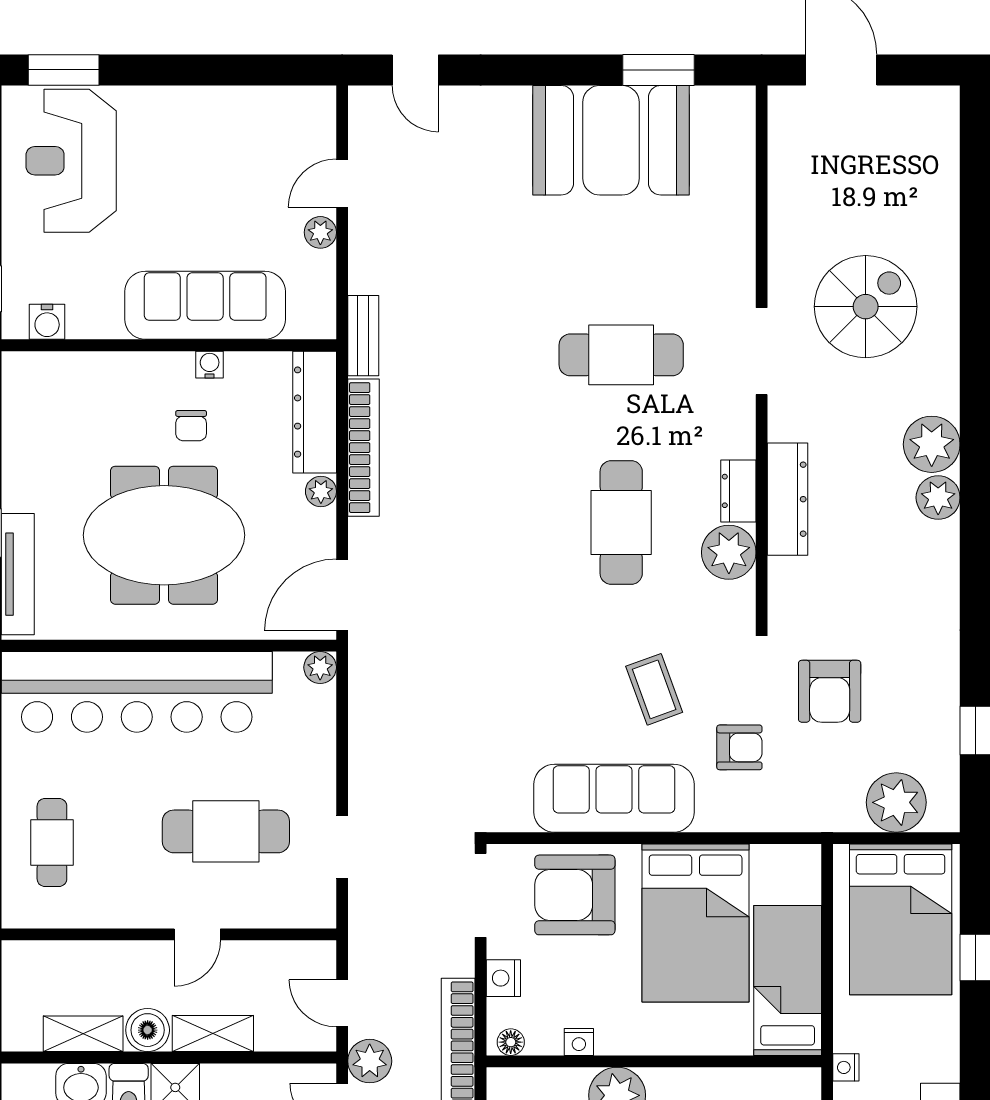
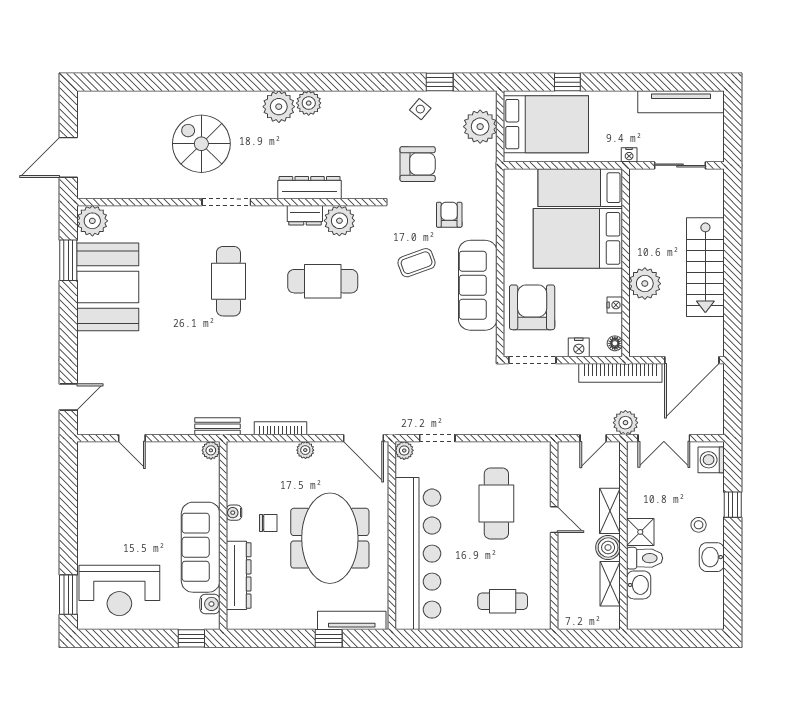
plant: (729, 113) -> (92, 221), added
plant: (320, 232) -> (211, 450), moved
sofa: (205, 305) -> (201, 547), moved
dresser: (315, 412) -> (239, 575), moved, turned -90
bookcase: (363, 448) -> (281, 428), width x0.68, depth x0.76
side table: (927, 696) -> (420, 109), added
doorway: (342, 847) -> (437, 438), moved
armchair: (575, 895) -> (532, 307), turned 180
bed: (696, 923) -> (578, 238), moved, turned 180

